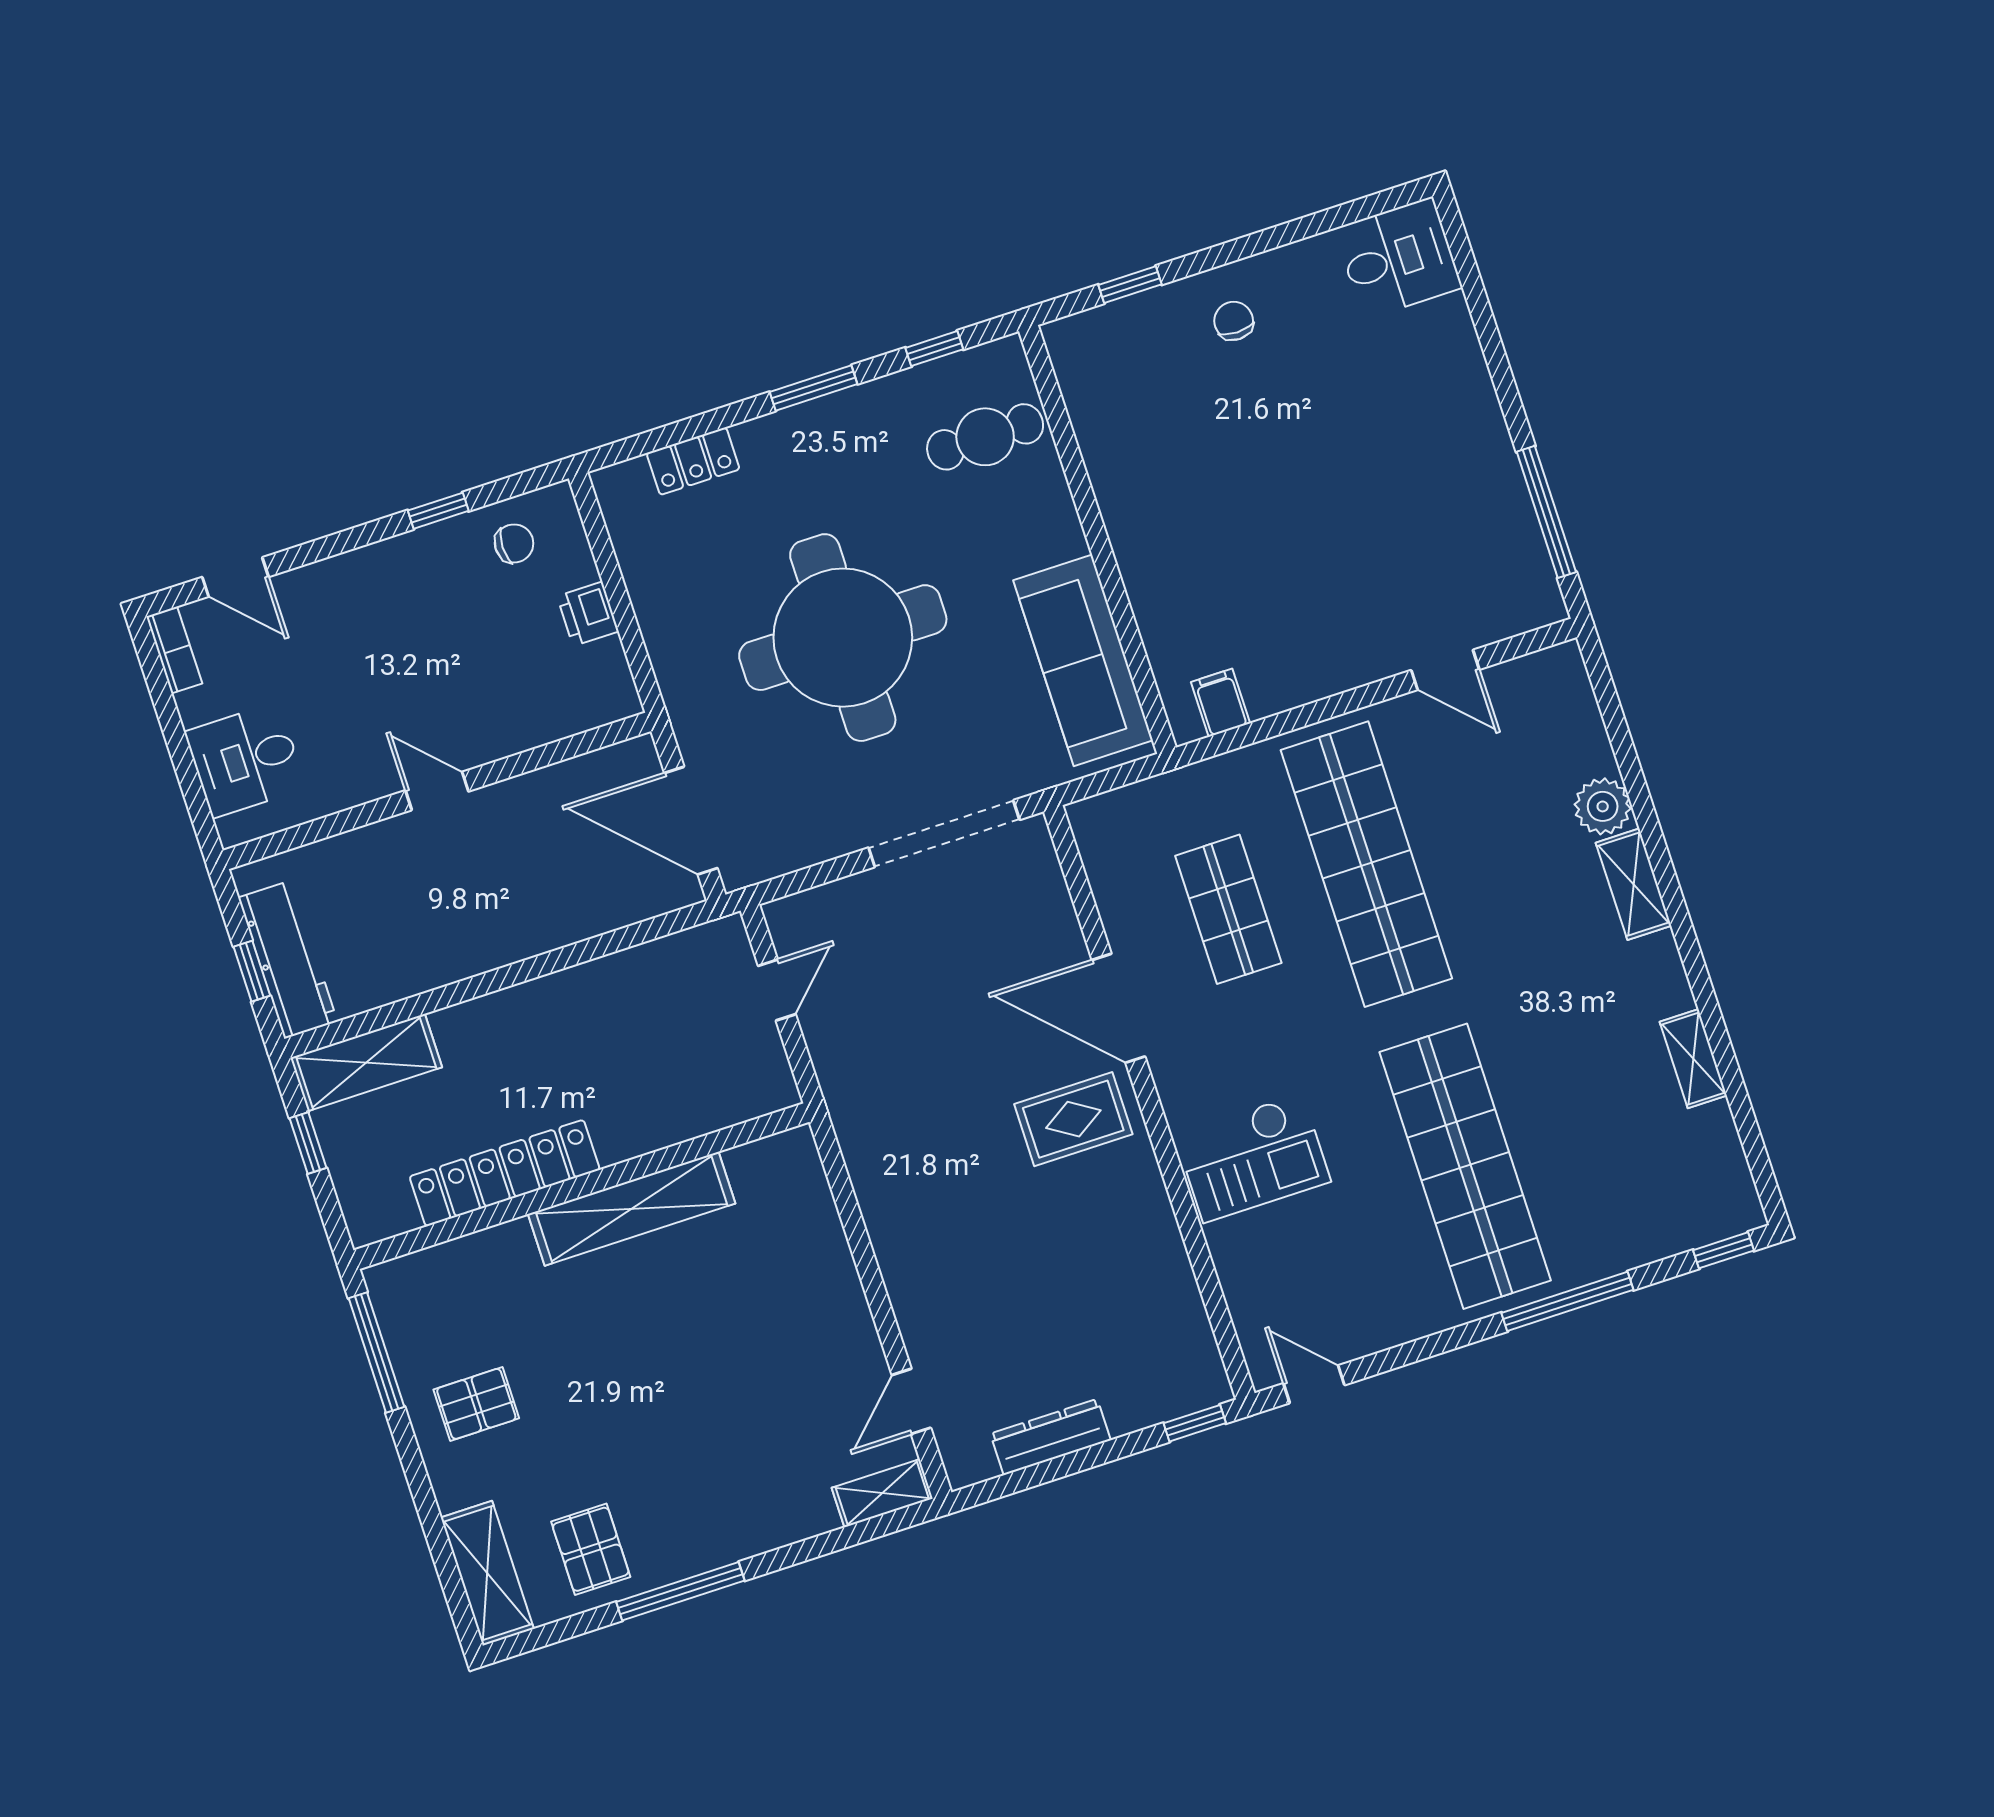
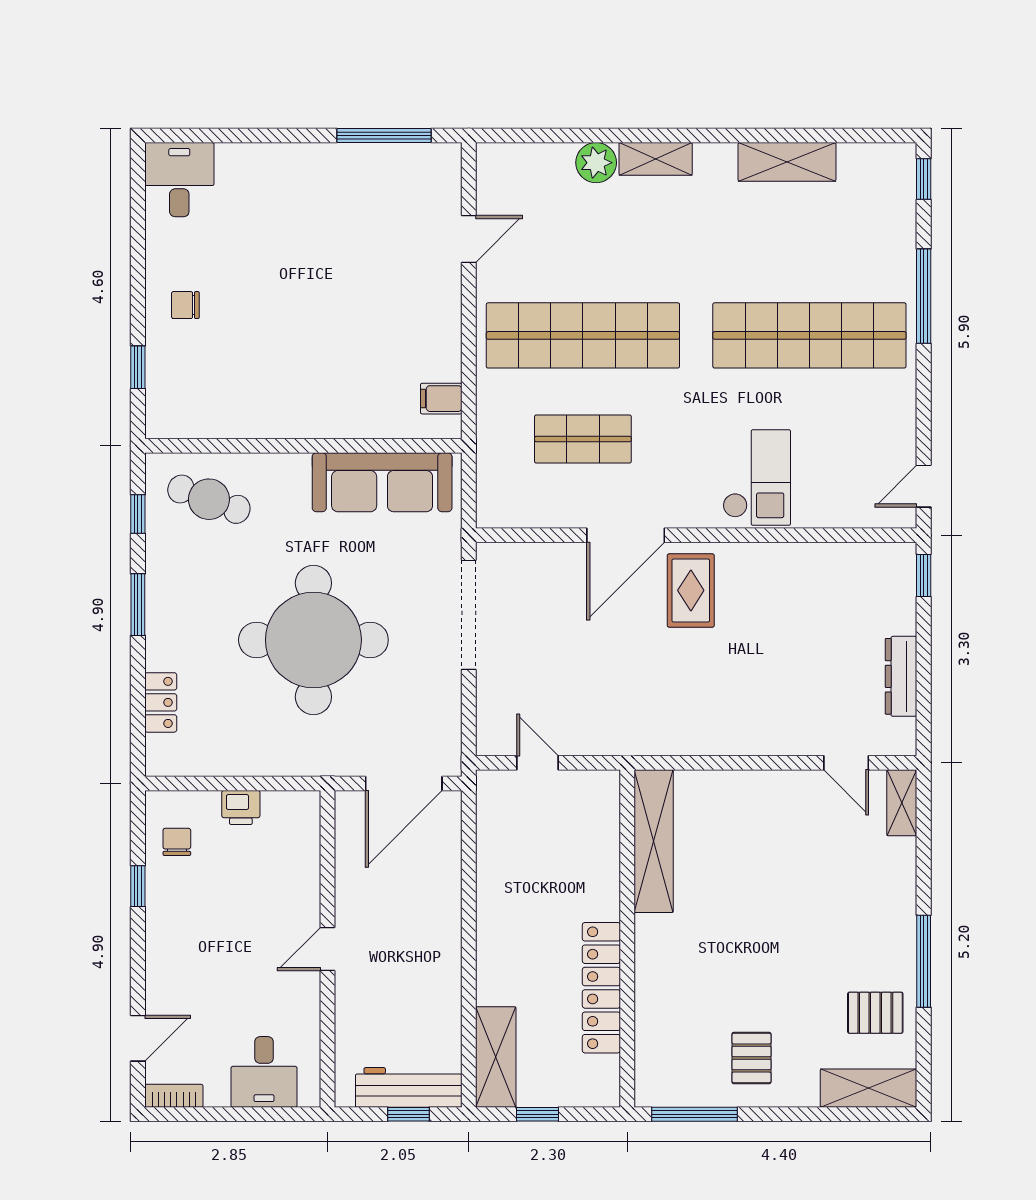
cafe table: (985, 437) -> (209, 499), turned -70
shelving: (1693, 1059) -> (787, 162), width x1.50, depth x1.33
shelving: (632, 1209) -> (654, 841), moved

